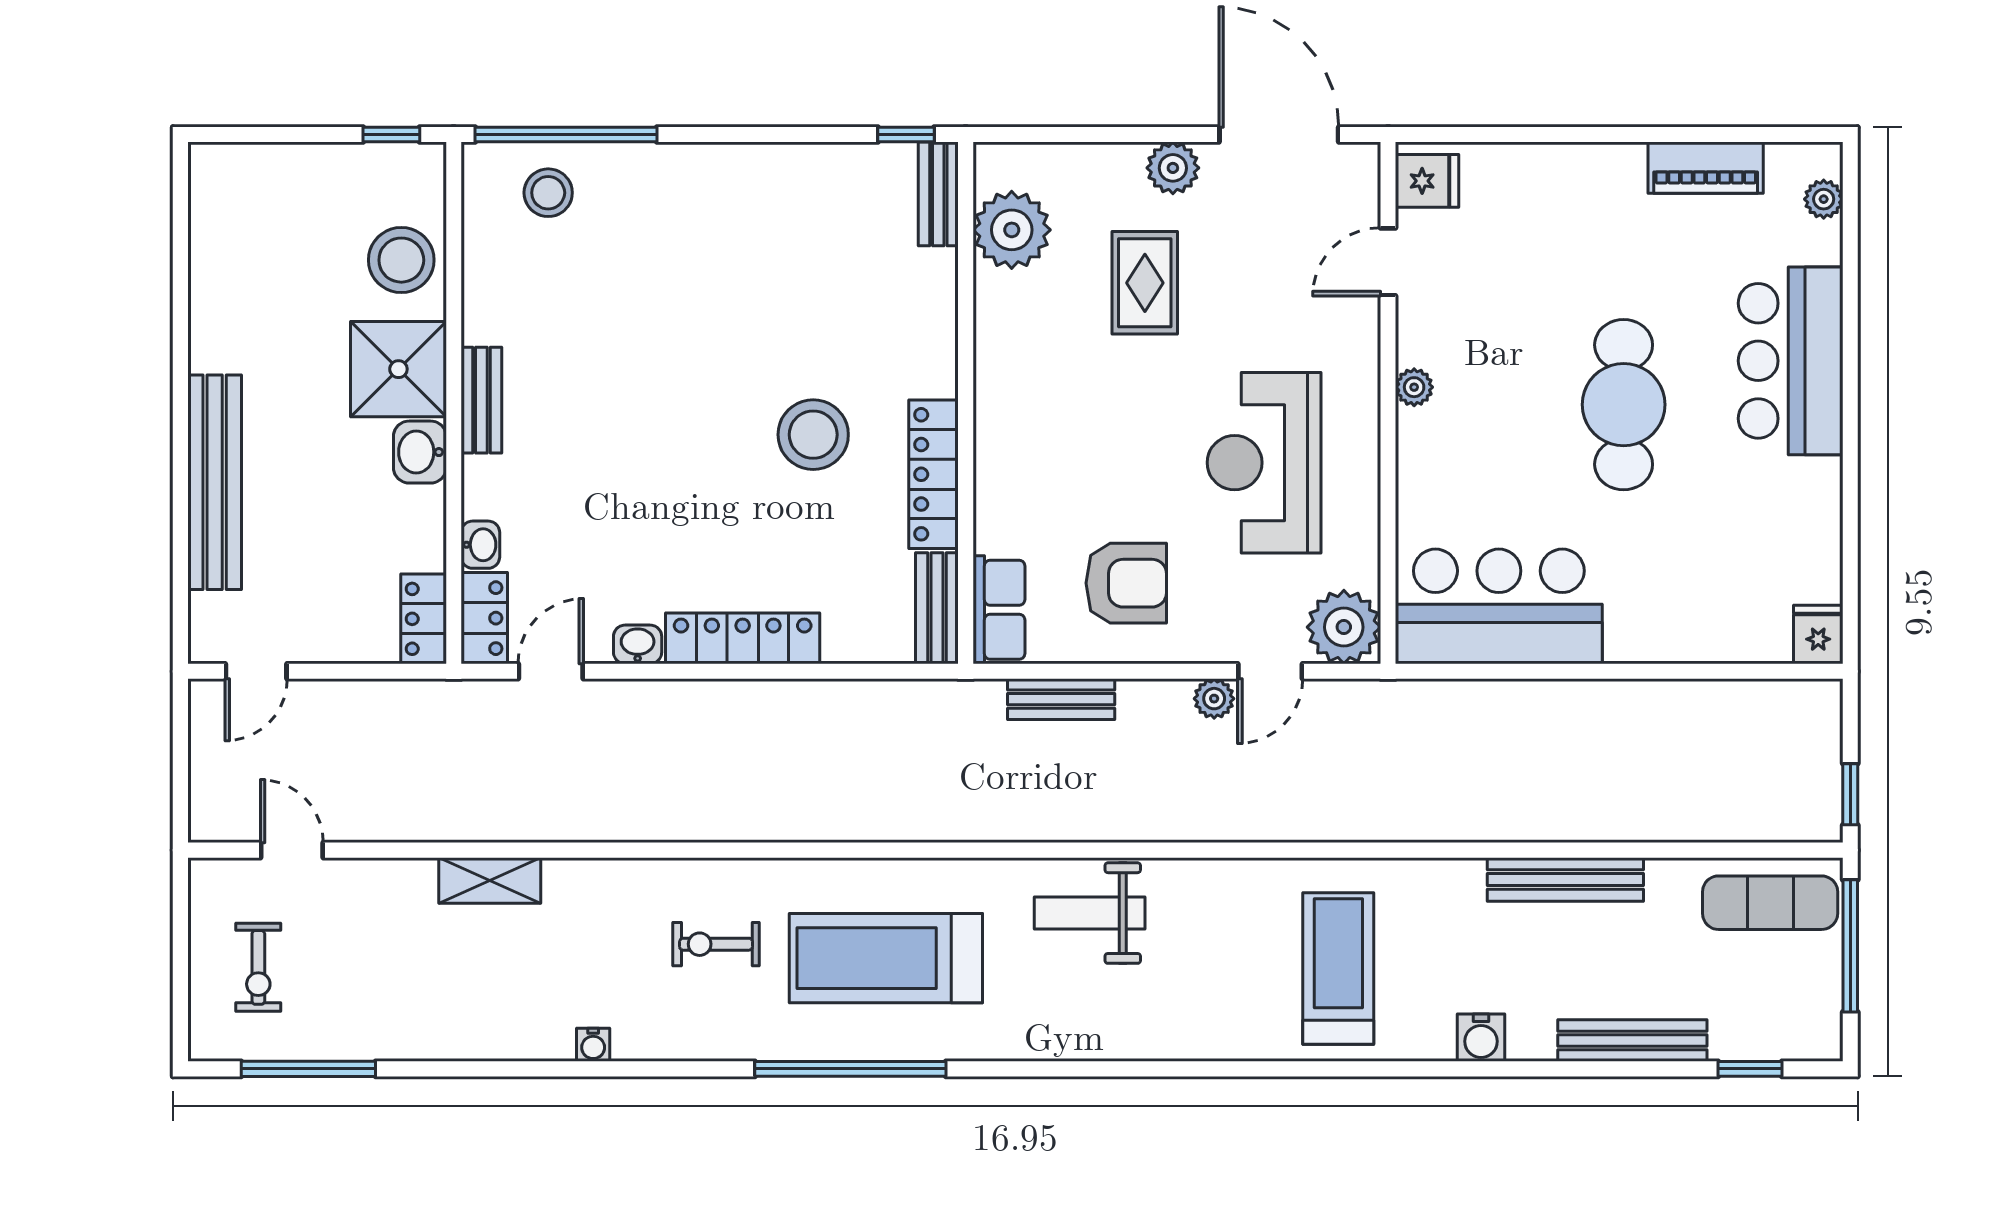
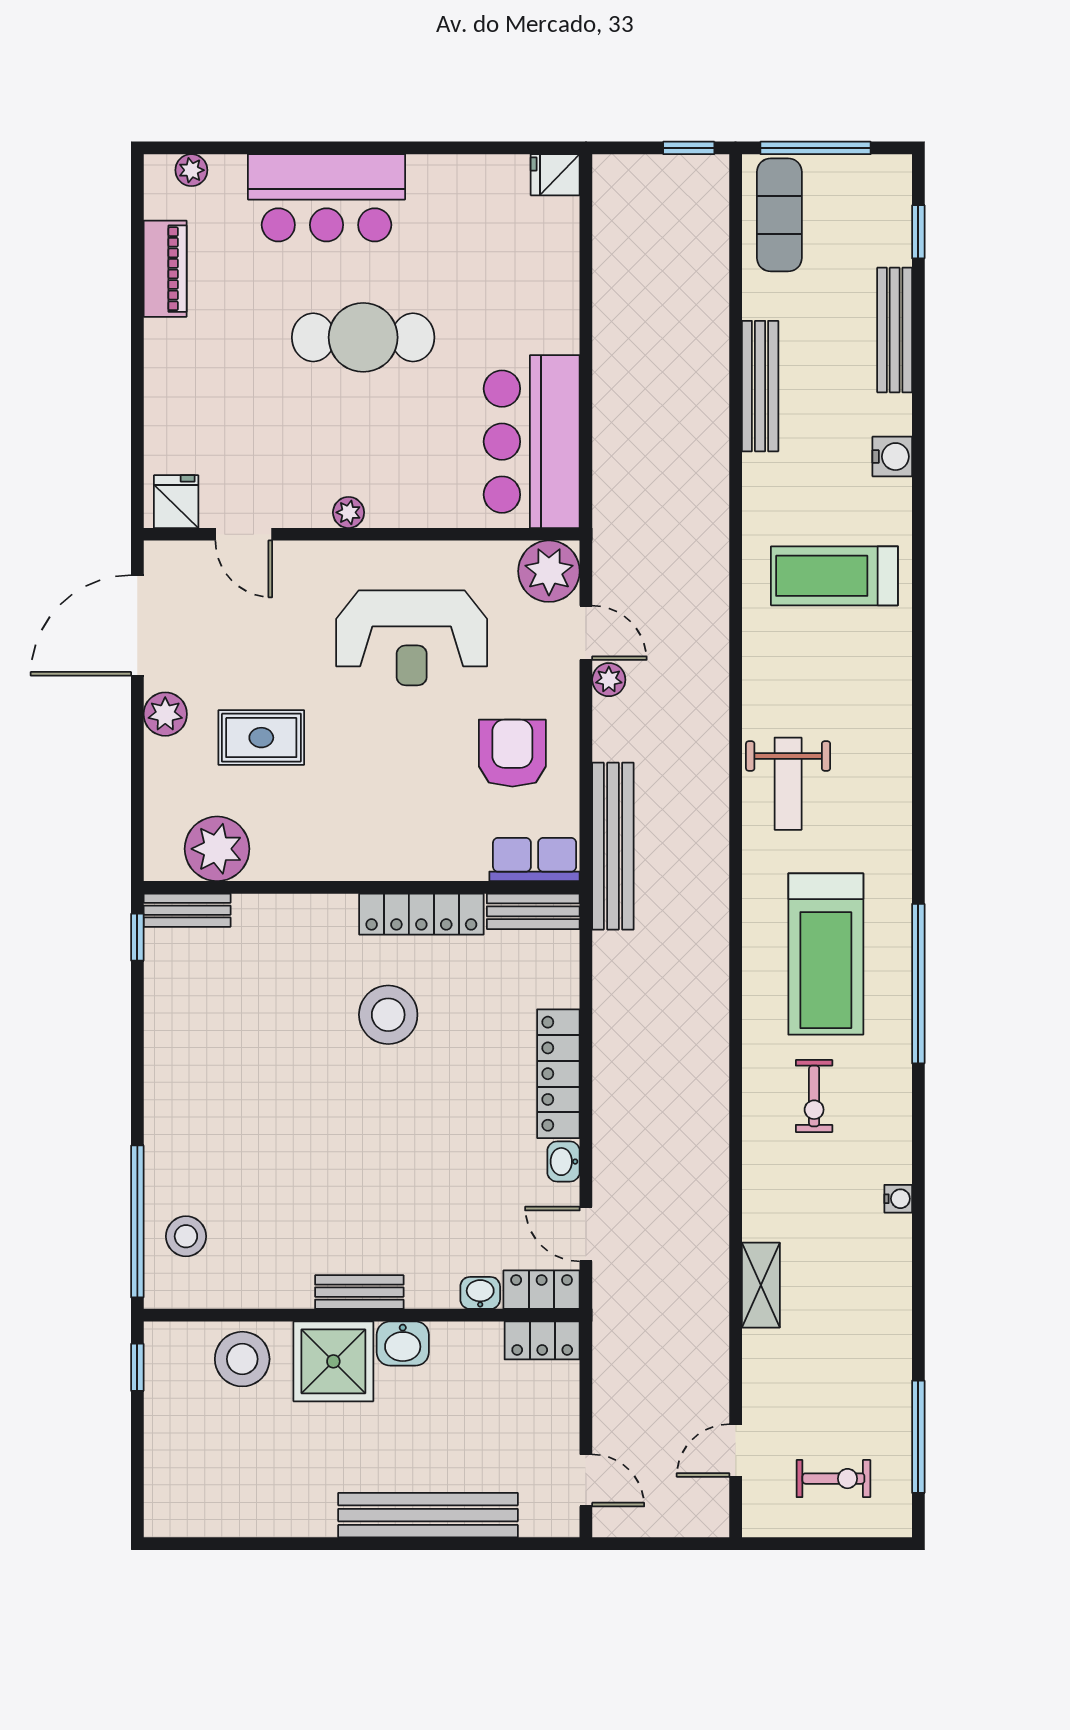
bench: (1061, 699) -> (613, 846), width x1.86, depth x1.21

